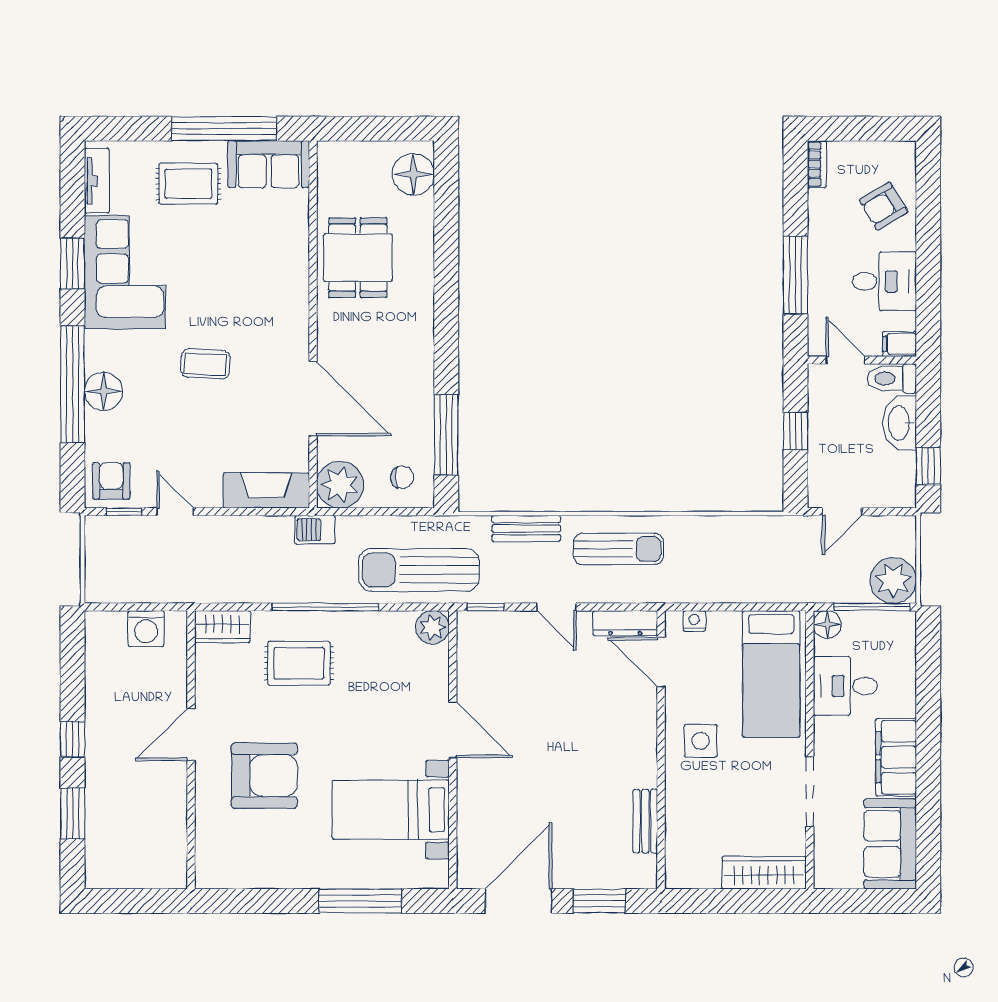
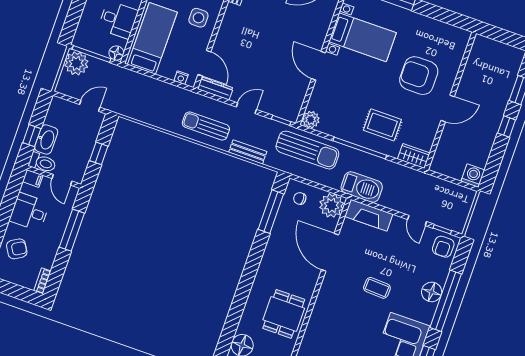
window: (928, 466) -> (32, 136), moved
barbecue: (315, 530) -> (362, 187), width x1.88, depth x1.53
door: (556, 607) -> (246, 108), hinge flipped
washing machine: (146, 629) -> (473, 176), moved

